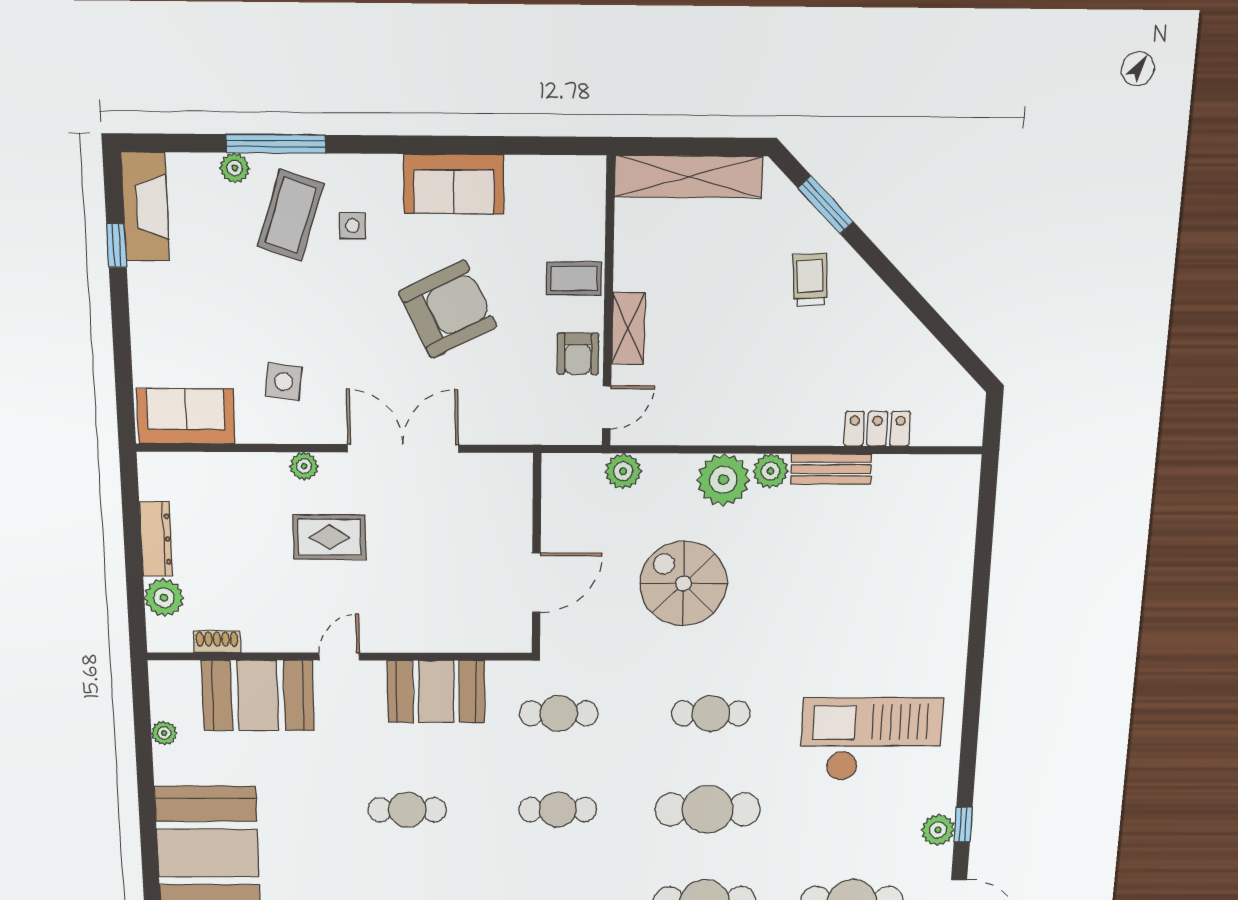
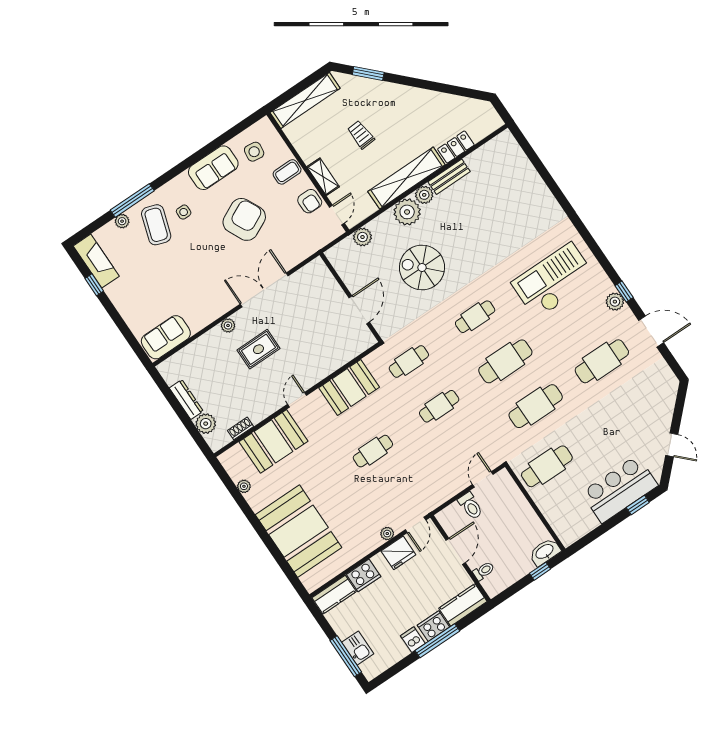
trolley: (810, 280) -> (361, 135), moved
side table: (284, 382) -> (254, 152), moved
shelving: (762, 424) -> (406, 178), added

